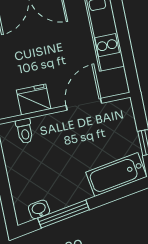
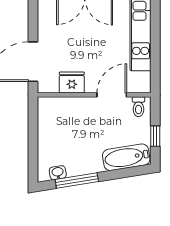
toilet: (25, 131) -> (138, 107), moved

